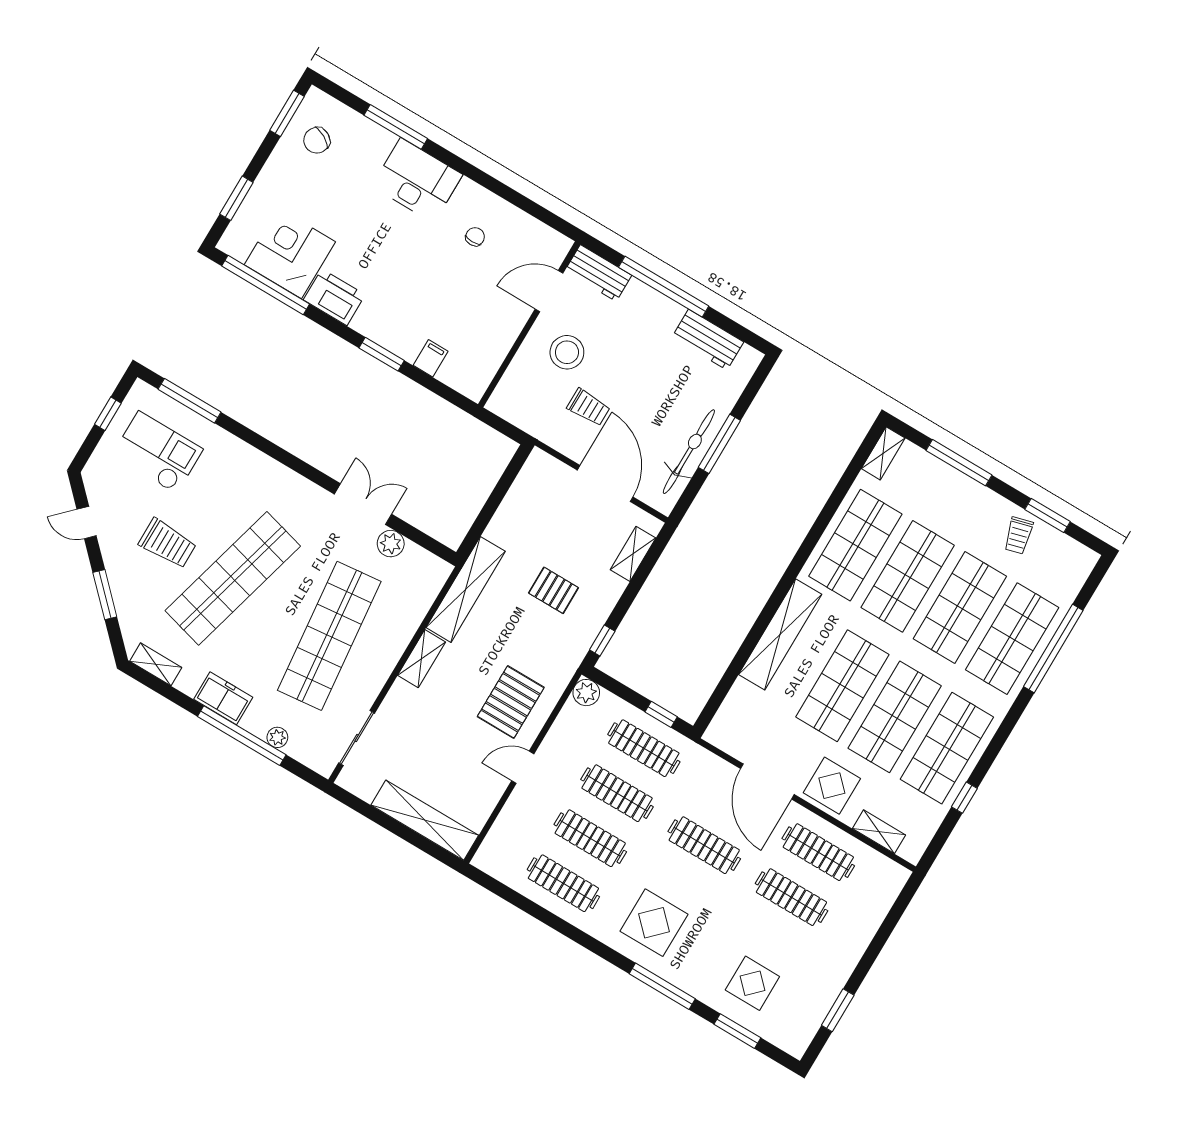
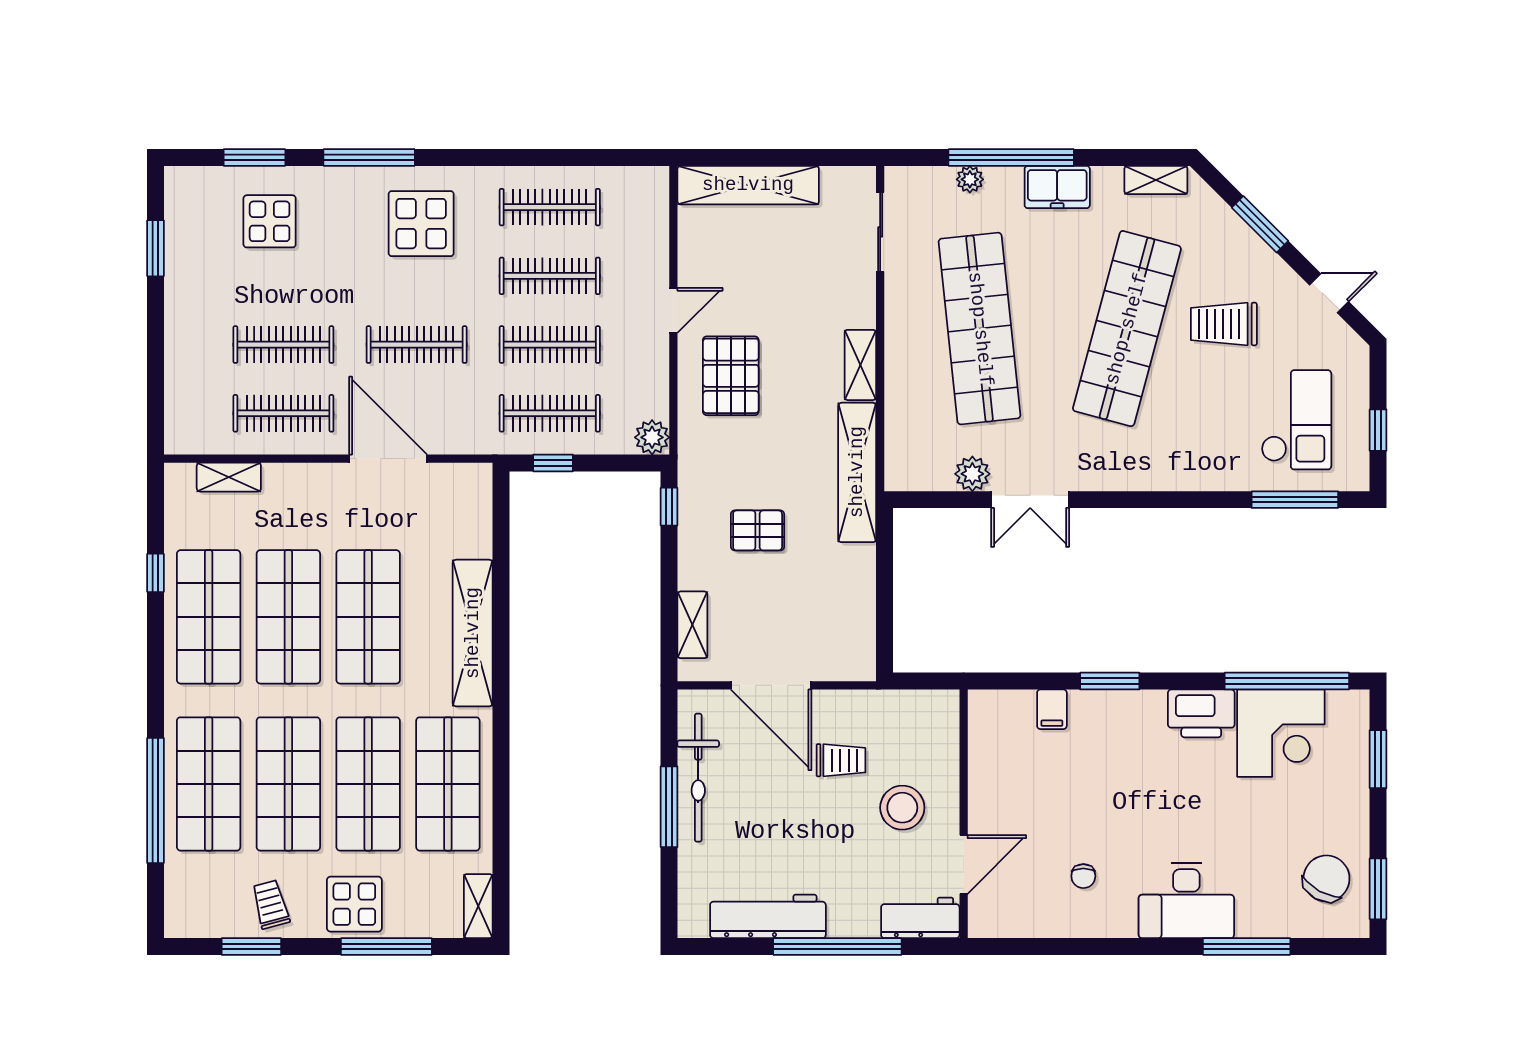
chair: (317, 140) -> (1326, 878), width x1.37, depth x1.37
workbench: (708, 340) -> (768, 916), width x1.38
trolley: (589, 407) -> (841, 760), turned 180
checkout: (157, 452) -> (1296, 420), turned -90
display table: (832, 786) -> (354, 904), moved

